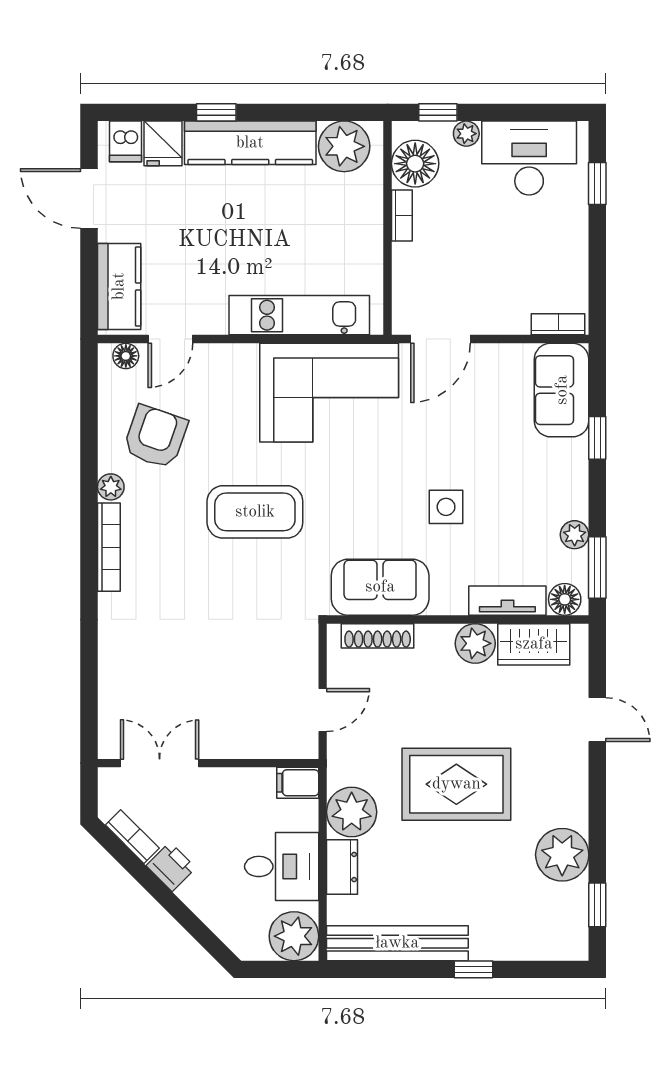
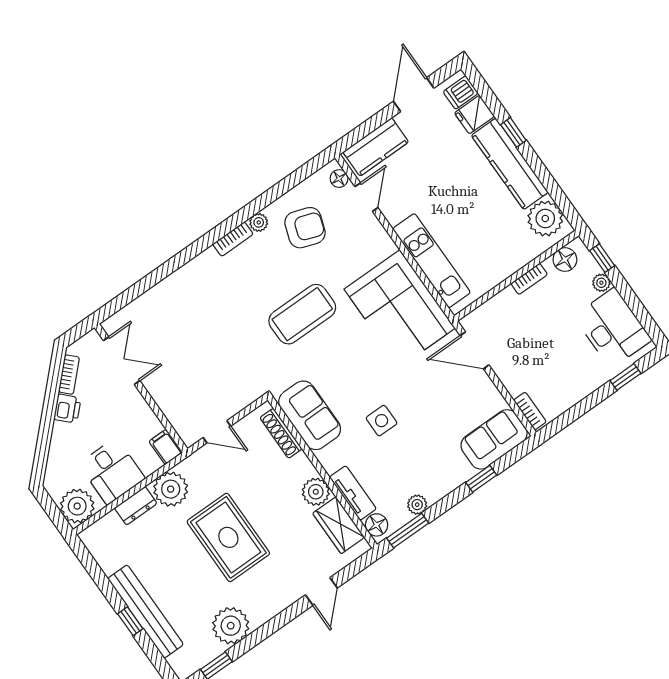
floor lamp: (415, 164) -> (565, 260), width x0.73, depth x0.73
door: (170, 339) -> (366, 197), swing flipped
coffee table: (255, 512) -> (302, 314), turned 90
bookcase: (109, 547) -> (233, 239), width x0.64
bench: (397, 943) -> (146, 611), moved

